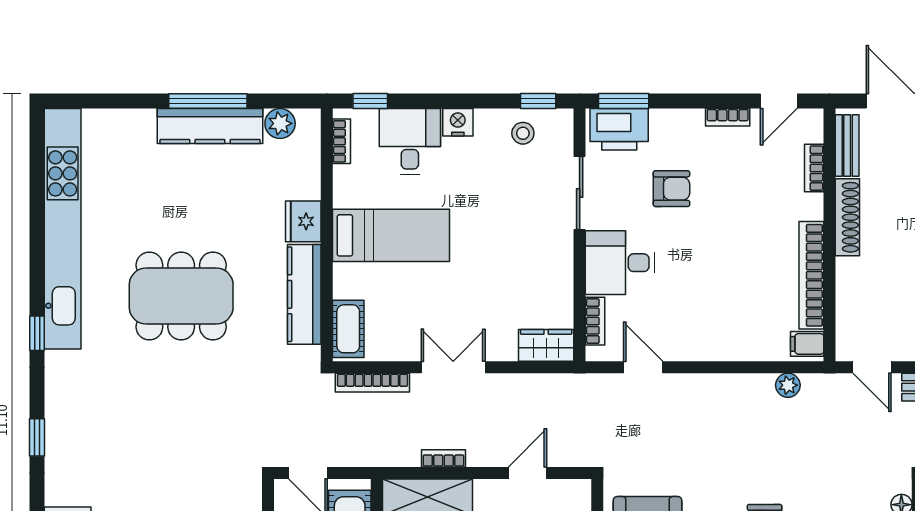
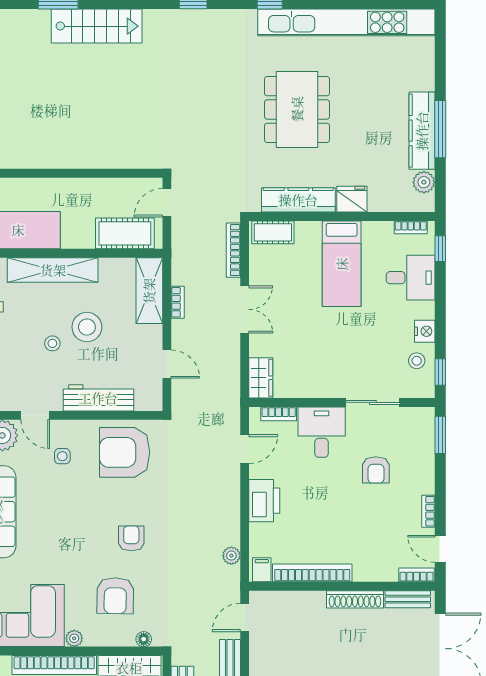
nightstand: (458, 122) -> (425, 331), moved
printer: (619, 129) -> (264, 501), moved, turned 180
bookcase: (814, 168) -> (417, 575), moved

